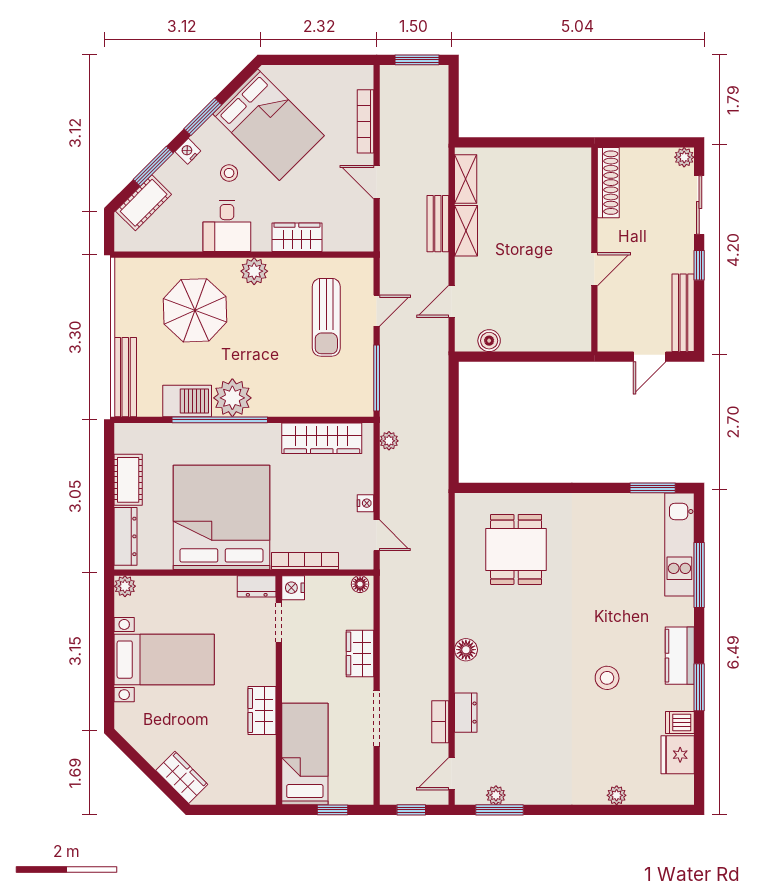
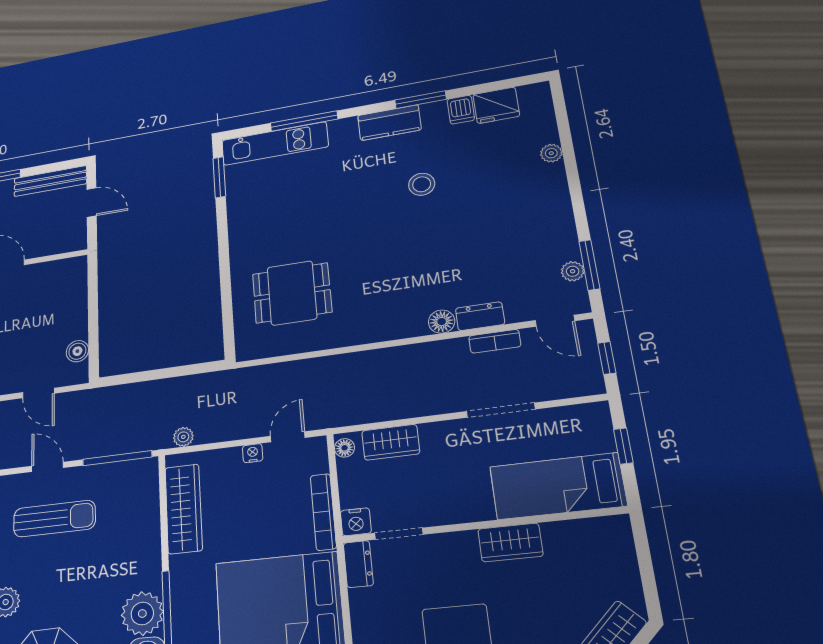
floor lamp: (466, 650) -> (442, 322), moved
wardrobe: (360, 653) -> (391, 442), moved

